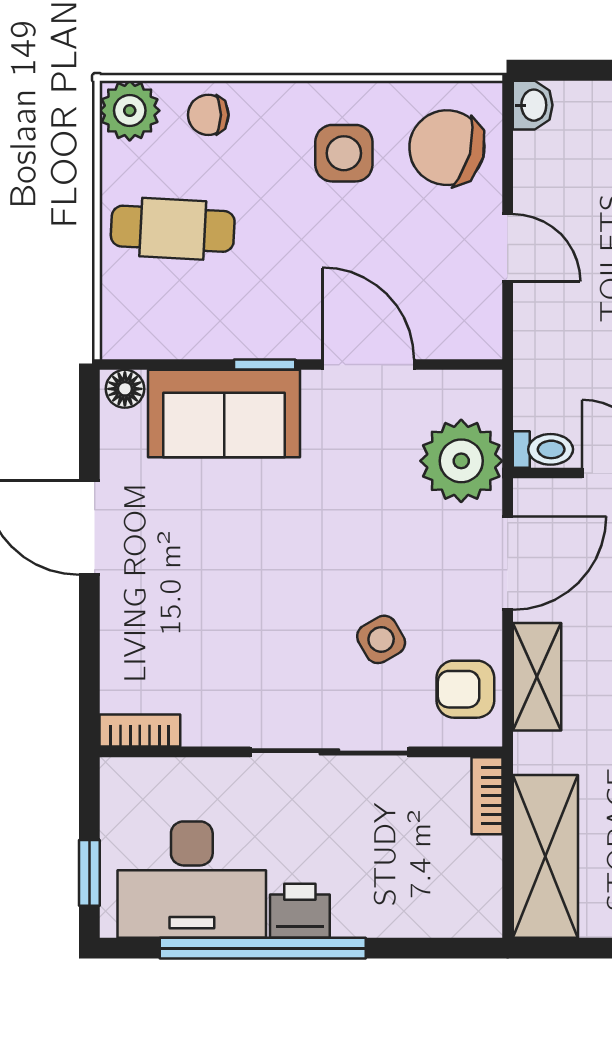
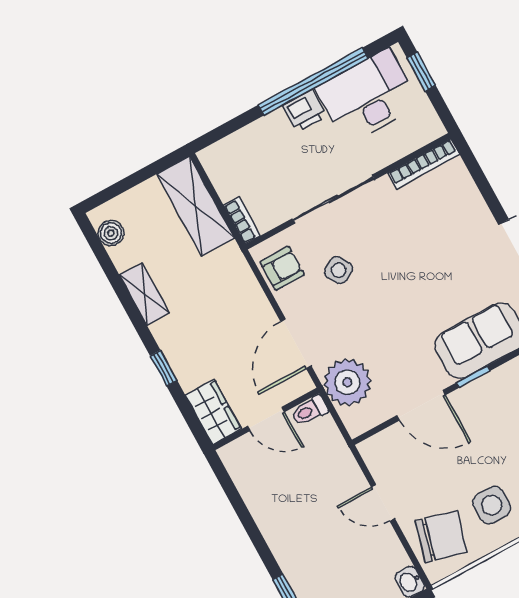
shelving: (537, 677) -> (250, 294), removed
bookcase: (140, 731) -> (424, 164), width x1.56

